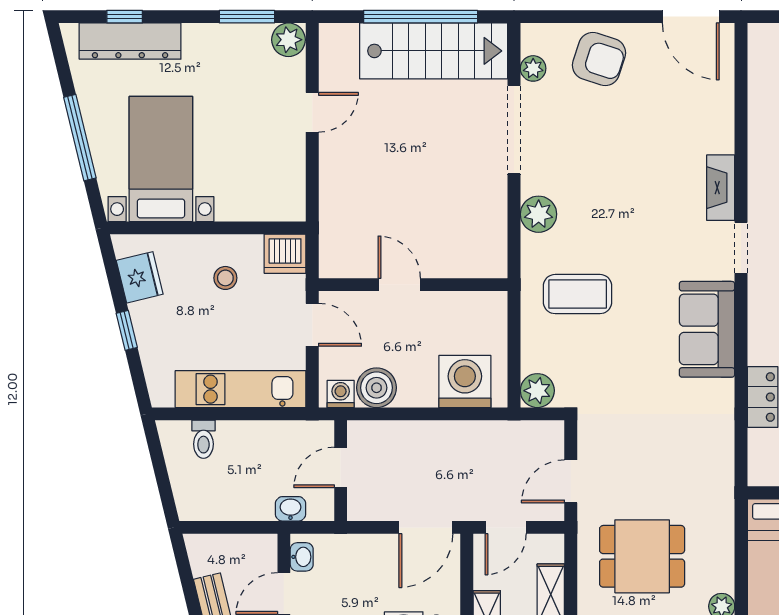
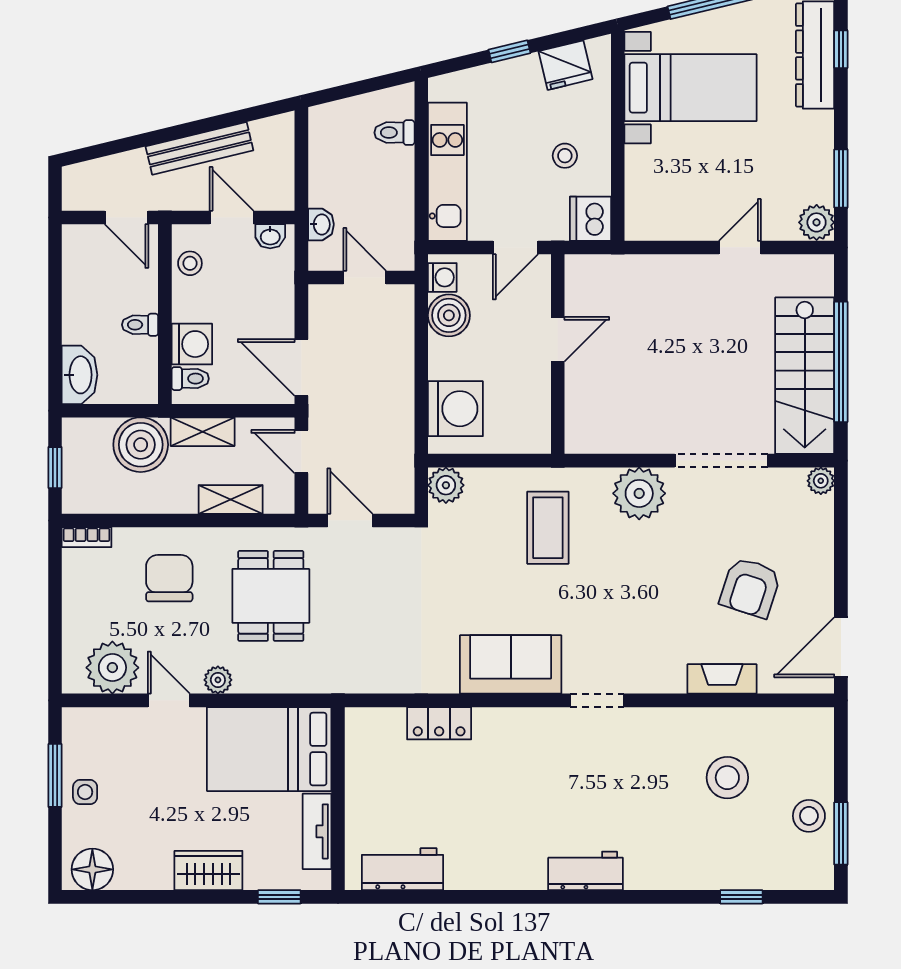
armchair: (599, 59) -> (750, 588), moved
plant: (533, 68) -> (821, 481), moved
door: (312, 112) -> (740, 247), swing flipped
fireplace: (721, 188) -> (722, 679), moved
plant: (539, 214) -> (639, 493), width x1.36, depth x1.36

